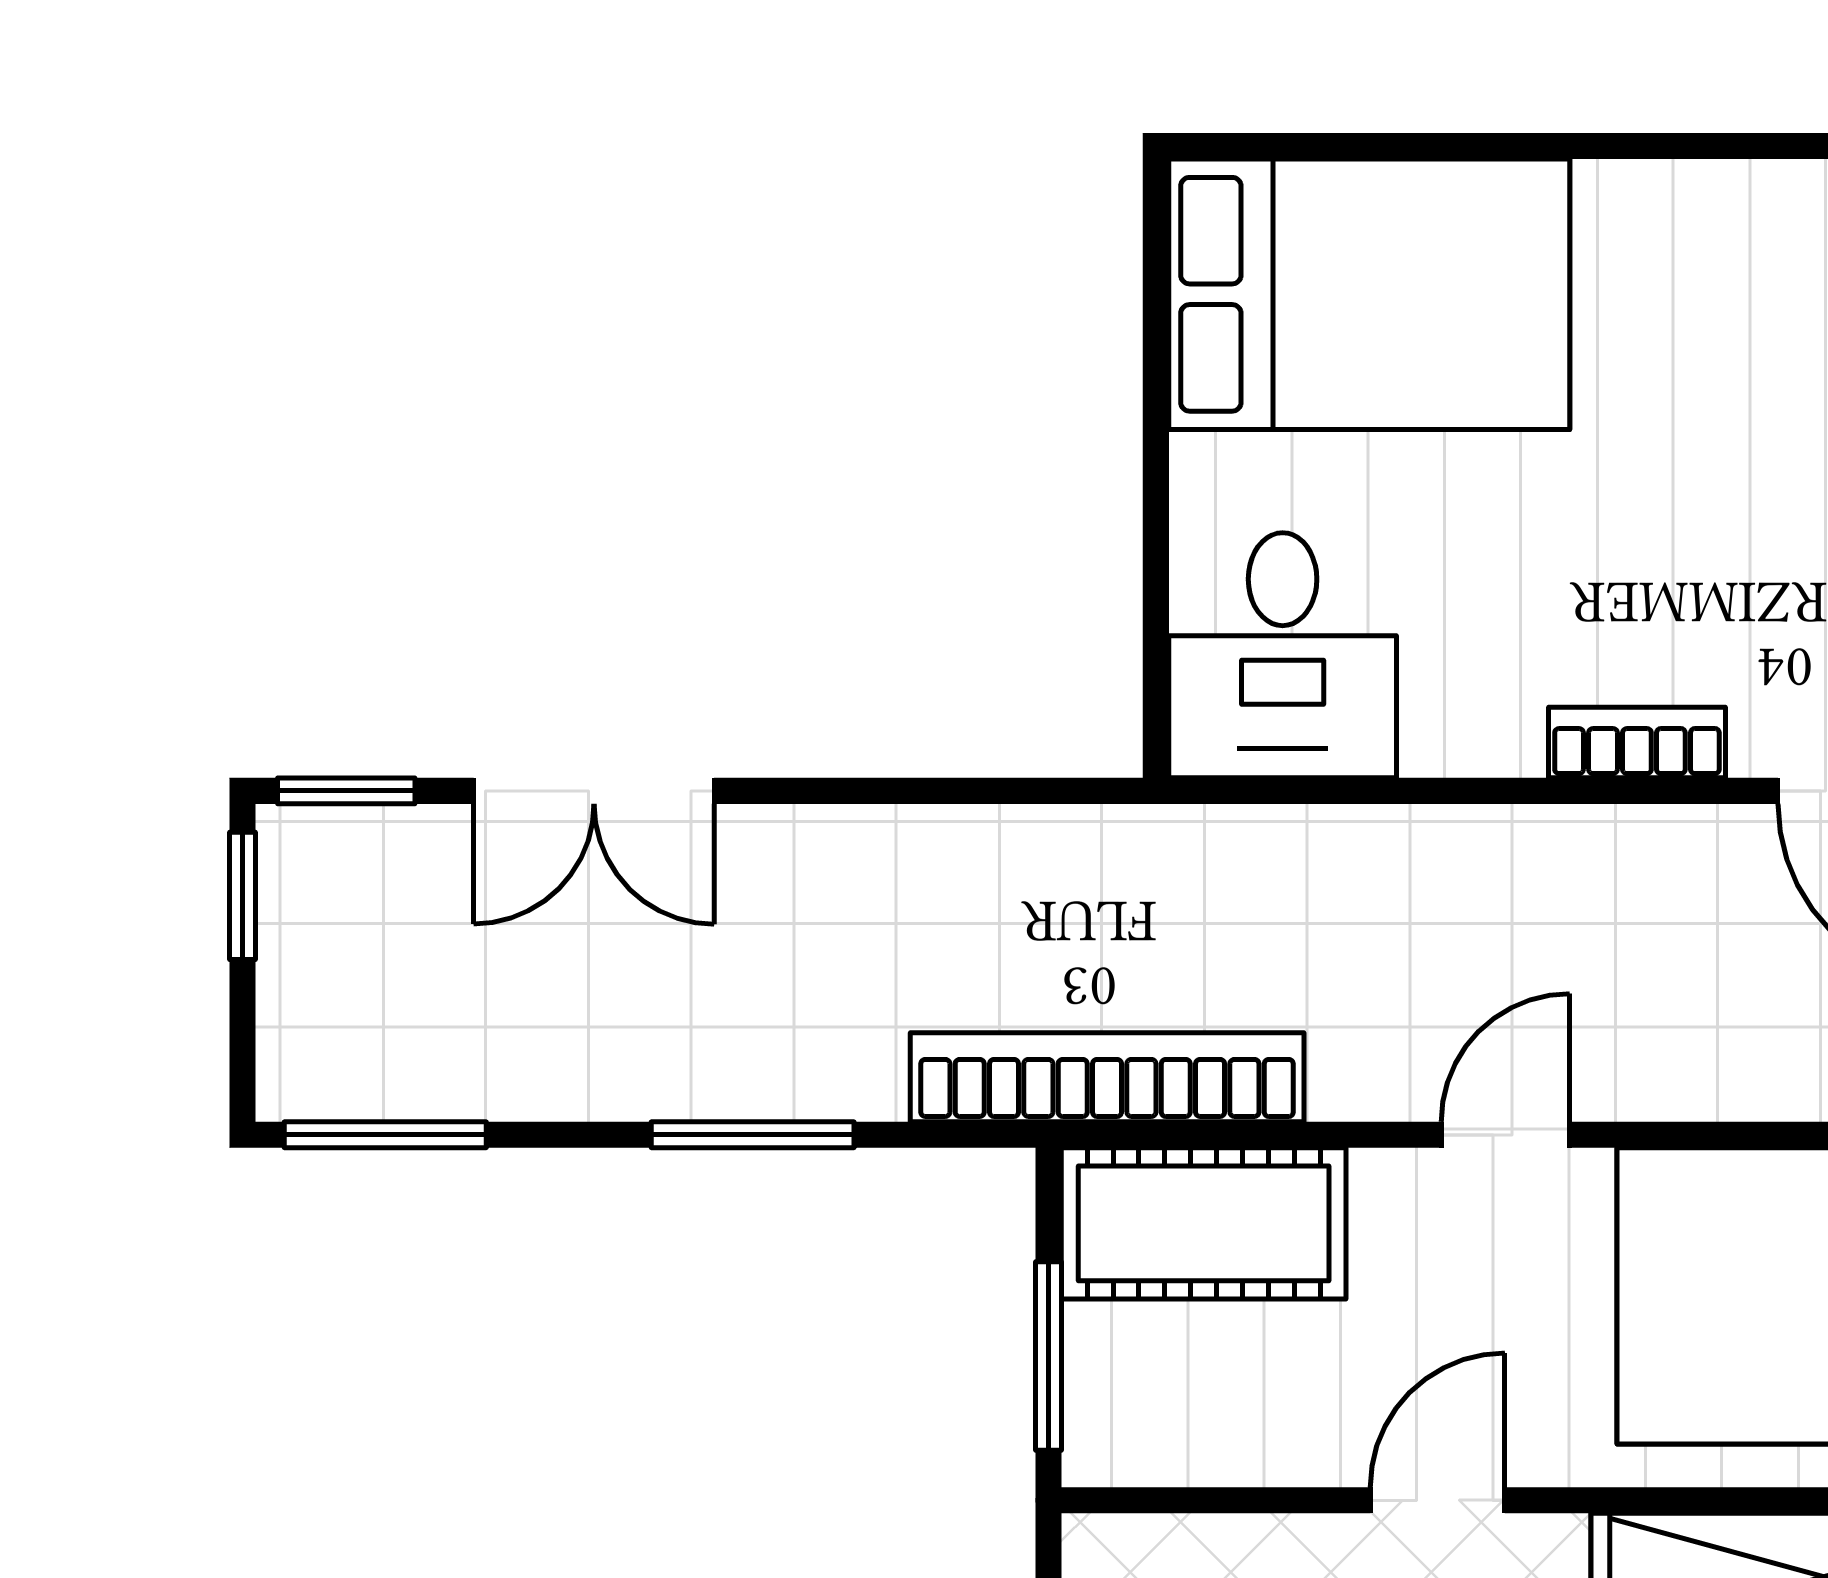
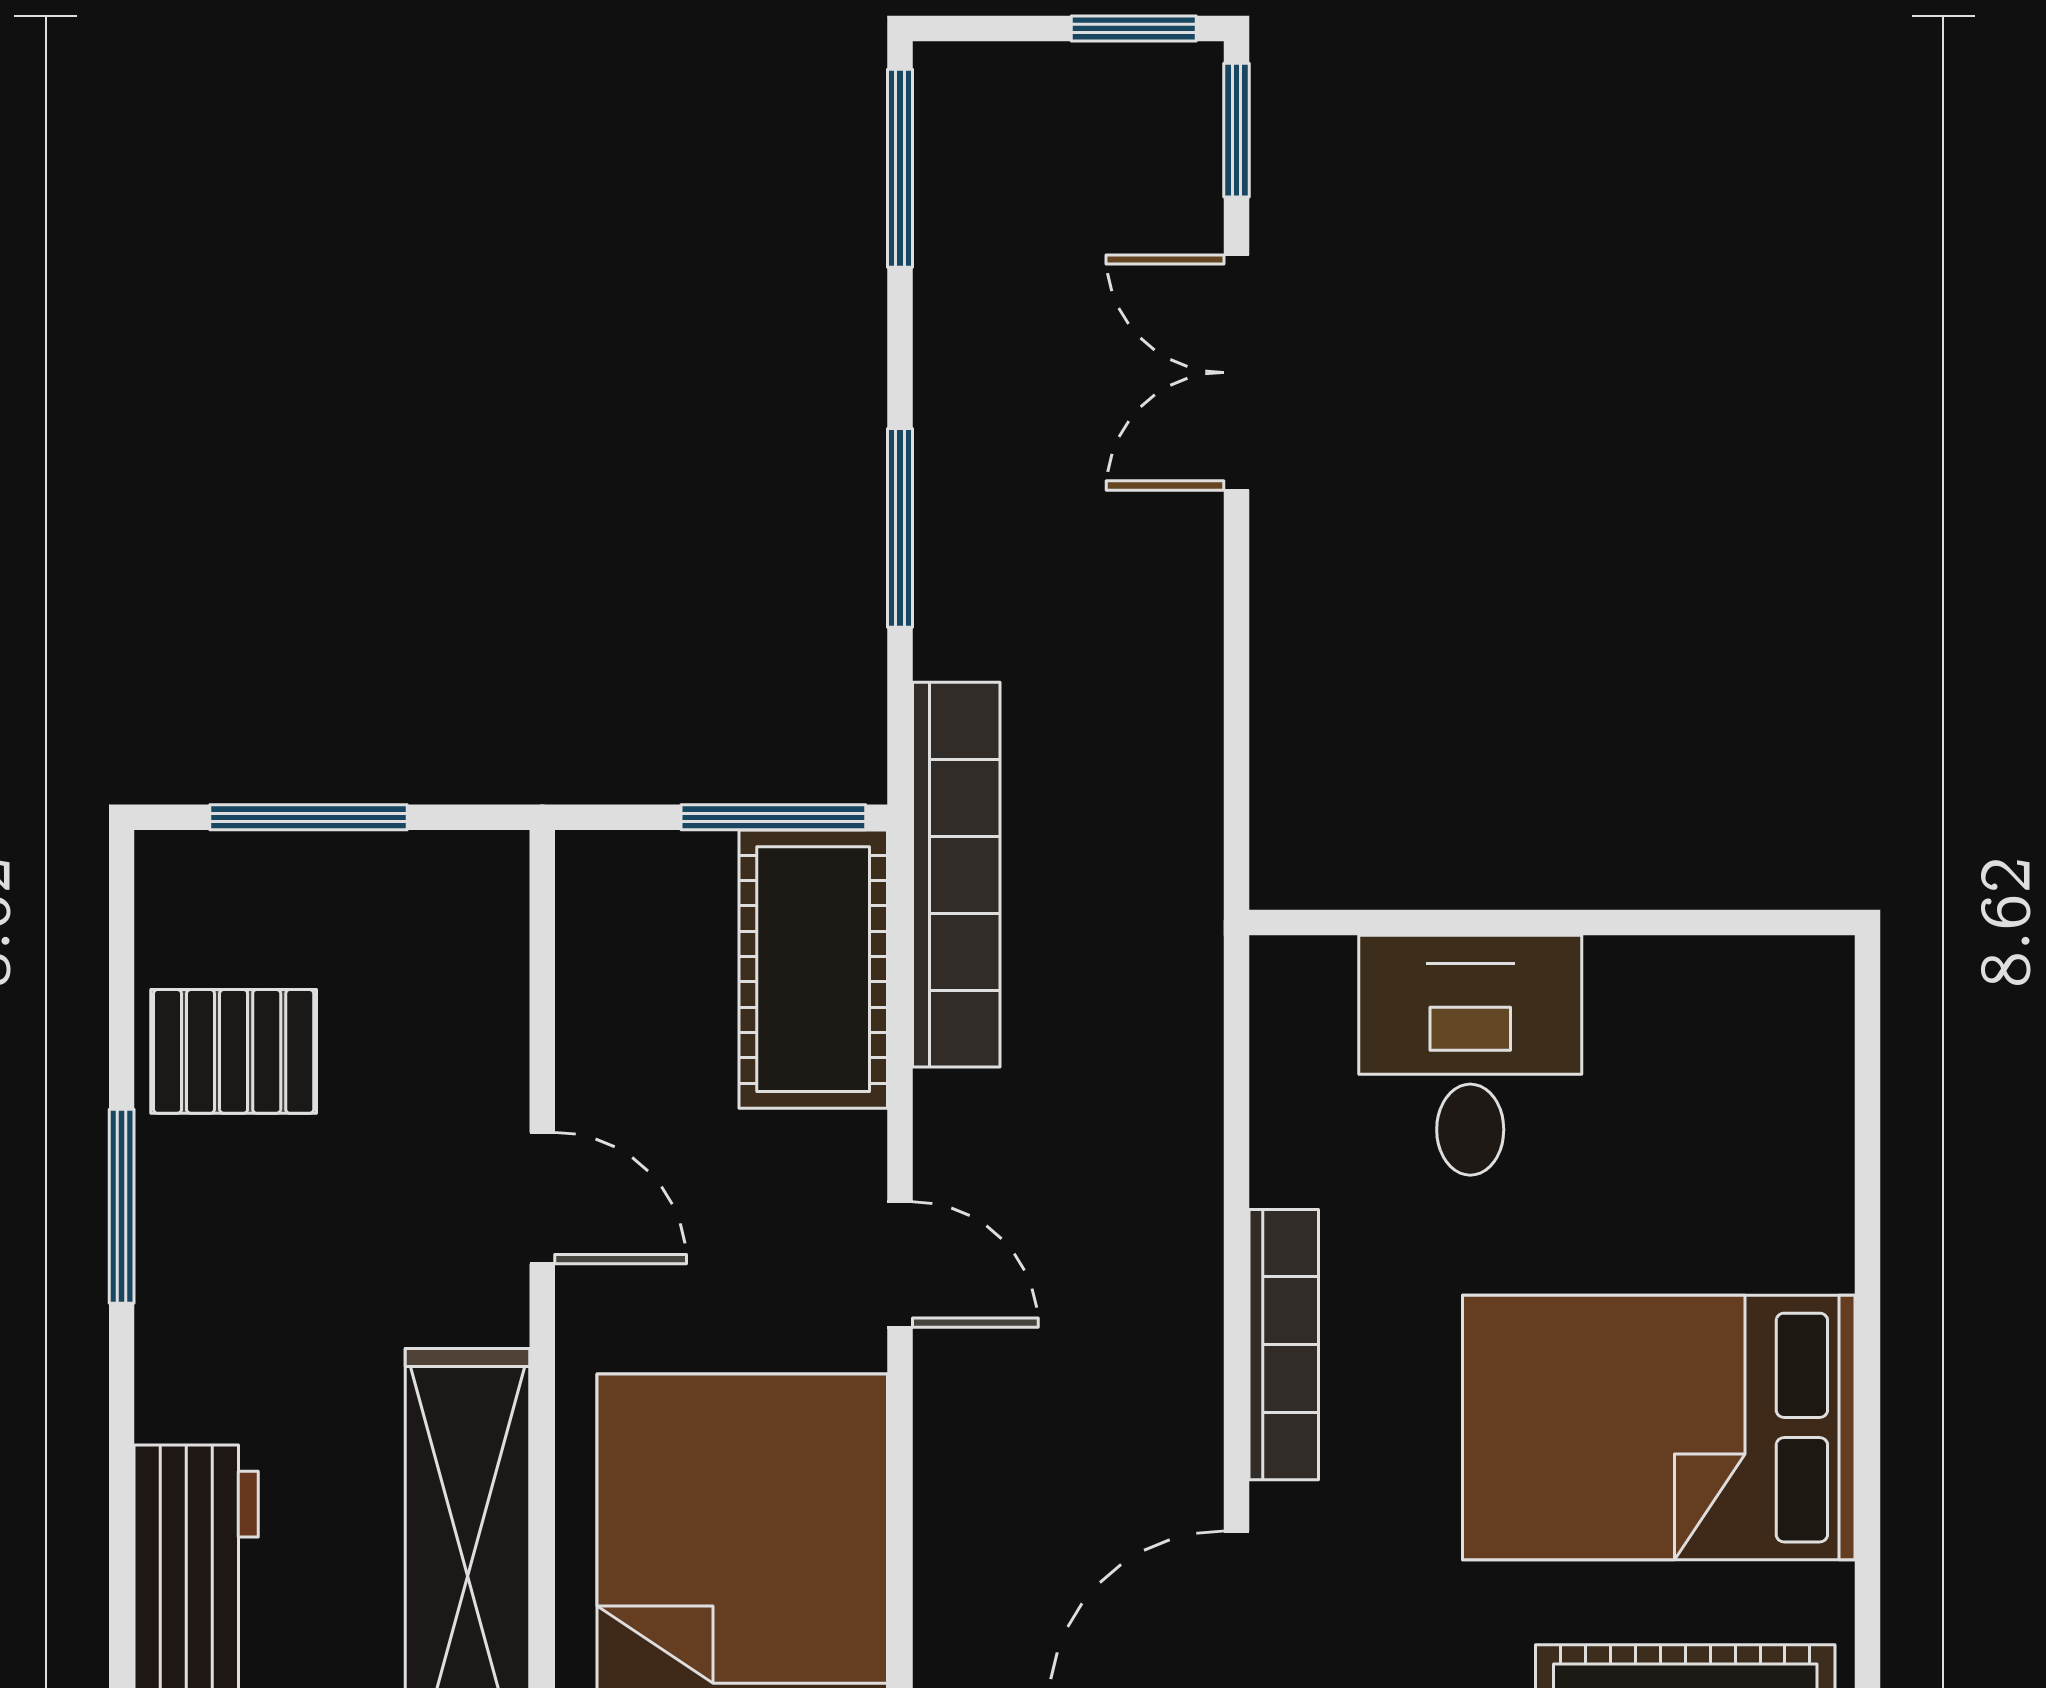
bed: (1369, 294) -> (1659, 1428), moved, turned 90
desk: (1283, 655) -> (1470, 1055), moved, turned 90
bookcase: (1637, 743) -> (1284, 1345), width x1.56
window: (1048, 1356) -> (773, 817), moved

